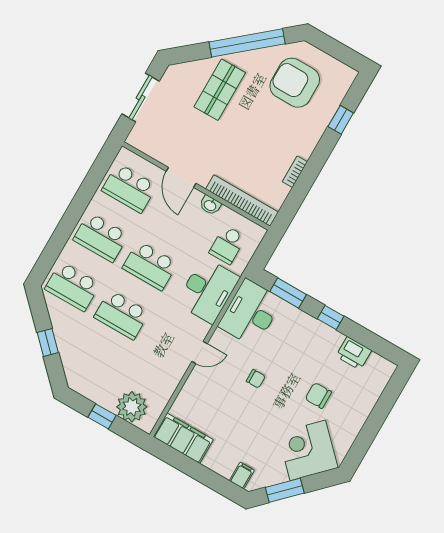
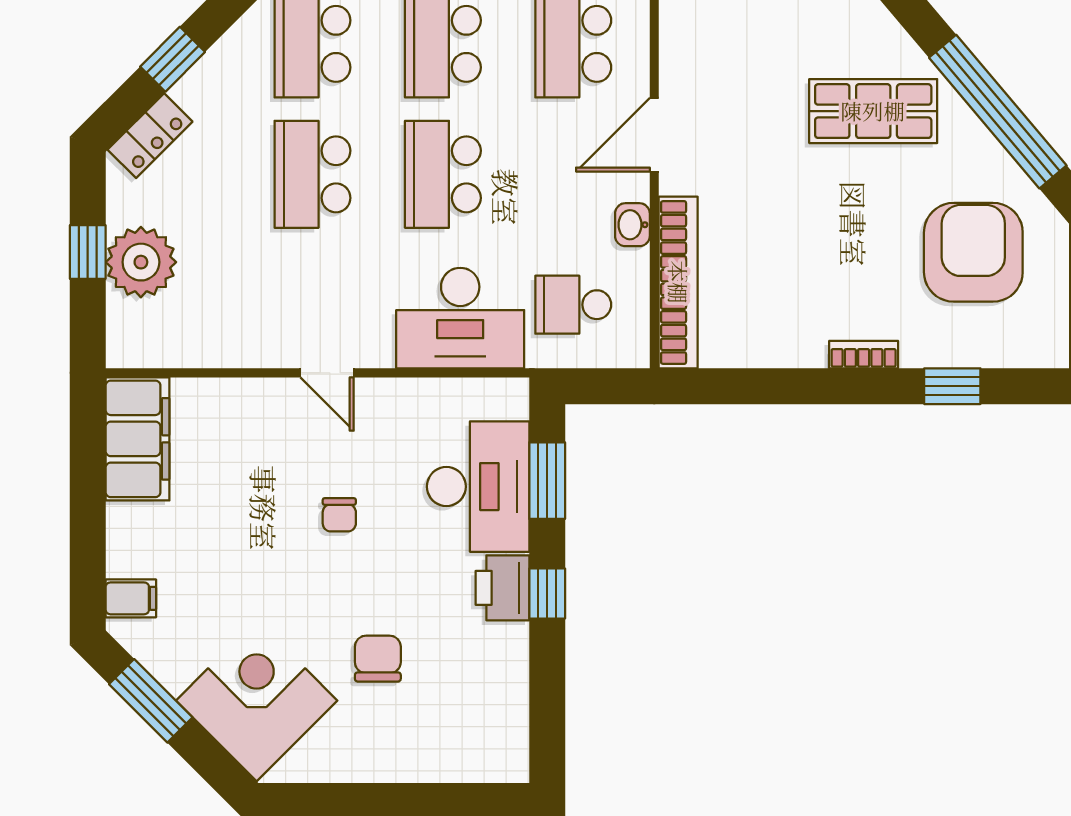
bookcase: (295, 172) -> (864, 355), moved
desk: (250, 313) -> (478, 487), moved, turned 90
printer: (354, 353) -> (502, 588), moved
locker: (72, 368) -> (150, 136), added
plant: (132, 407) -> (141, 262), moved

